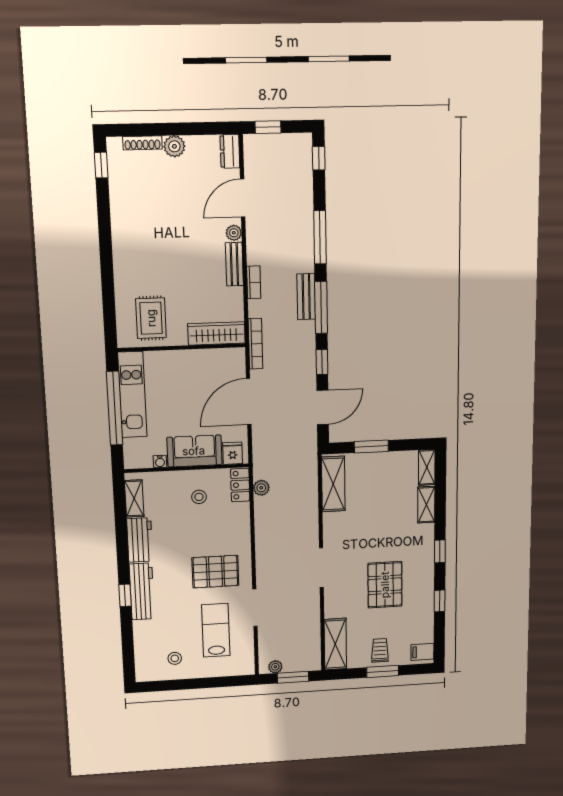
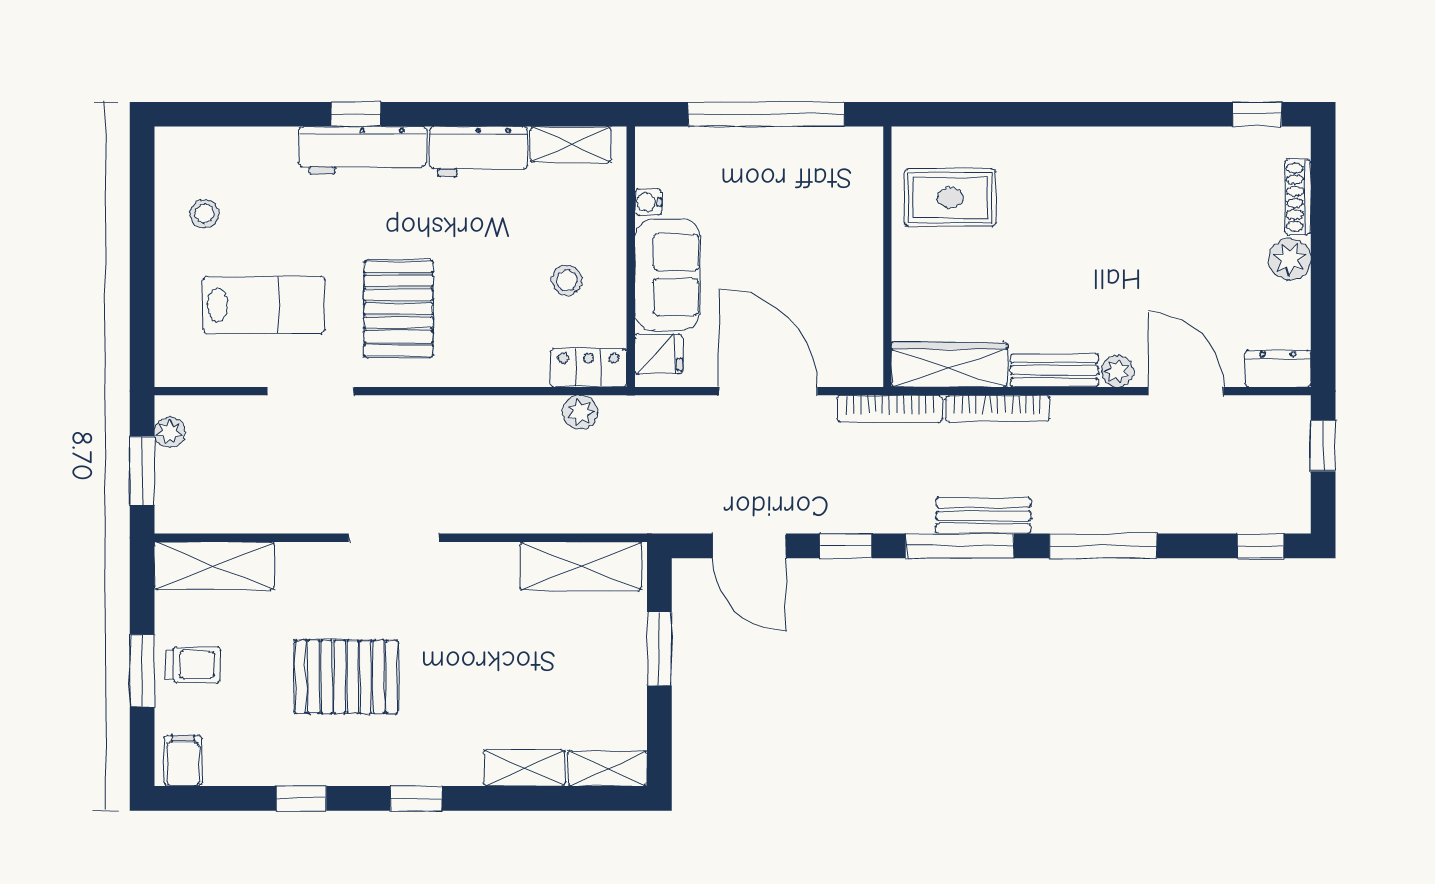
bookcase: (254, 282) -> (998, 409), width x1.56
wardrobe: (216, 334) -> (949, 365), moved, turned -90
kitchen unit: (132, 395) -> (793, 152), removed

